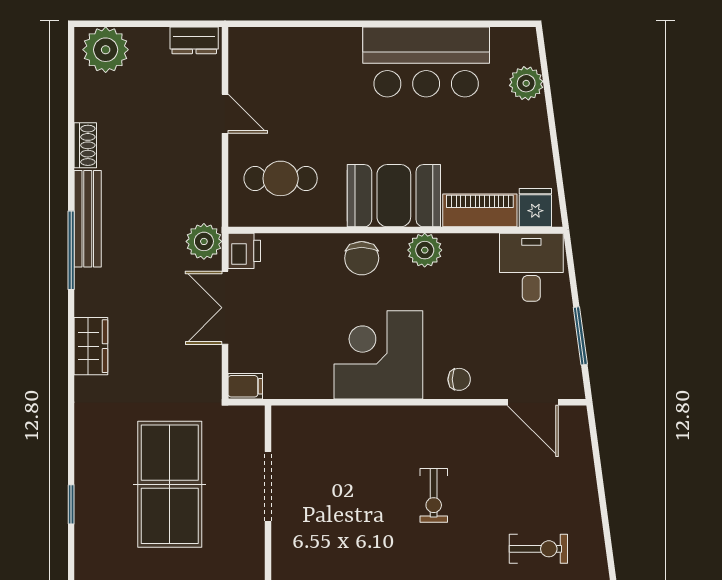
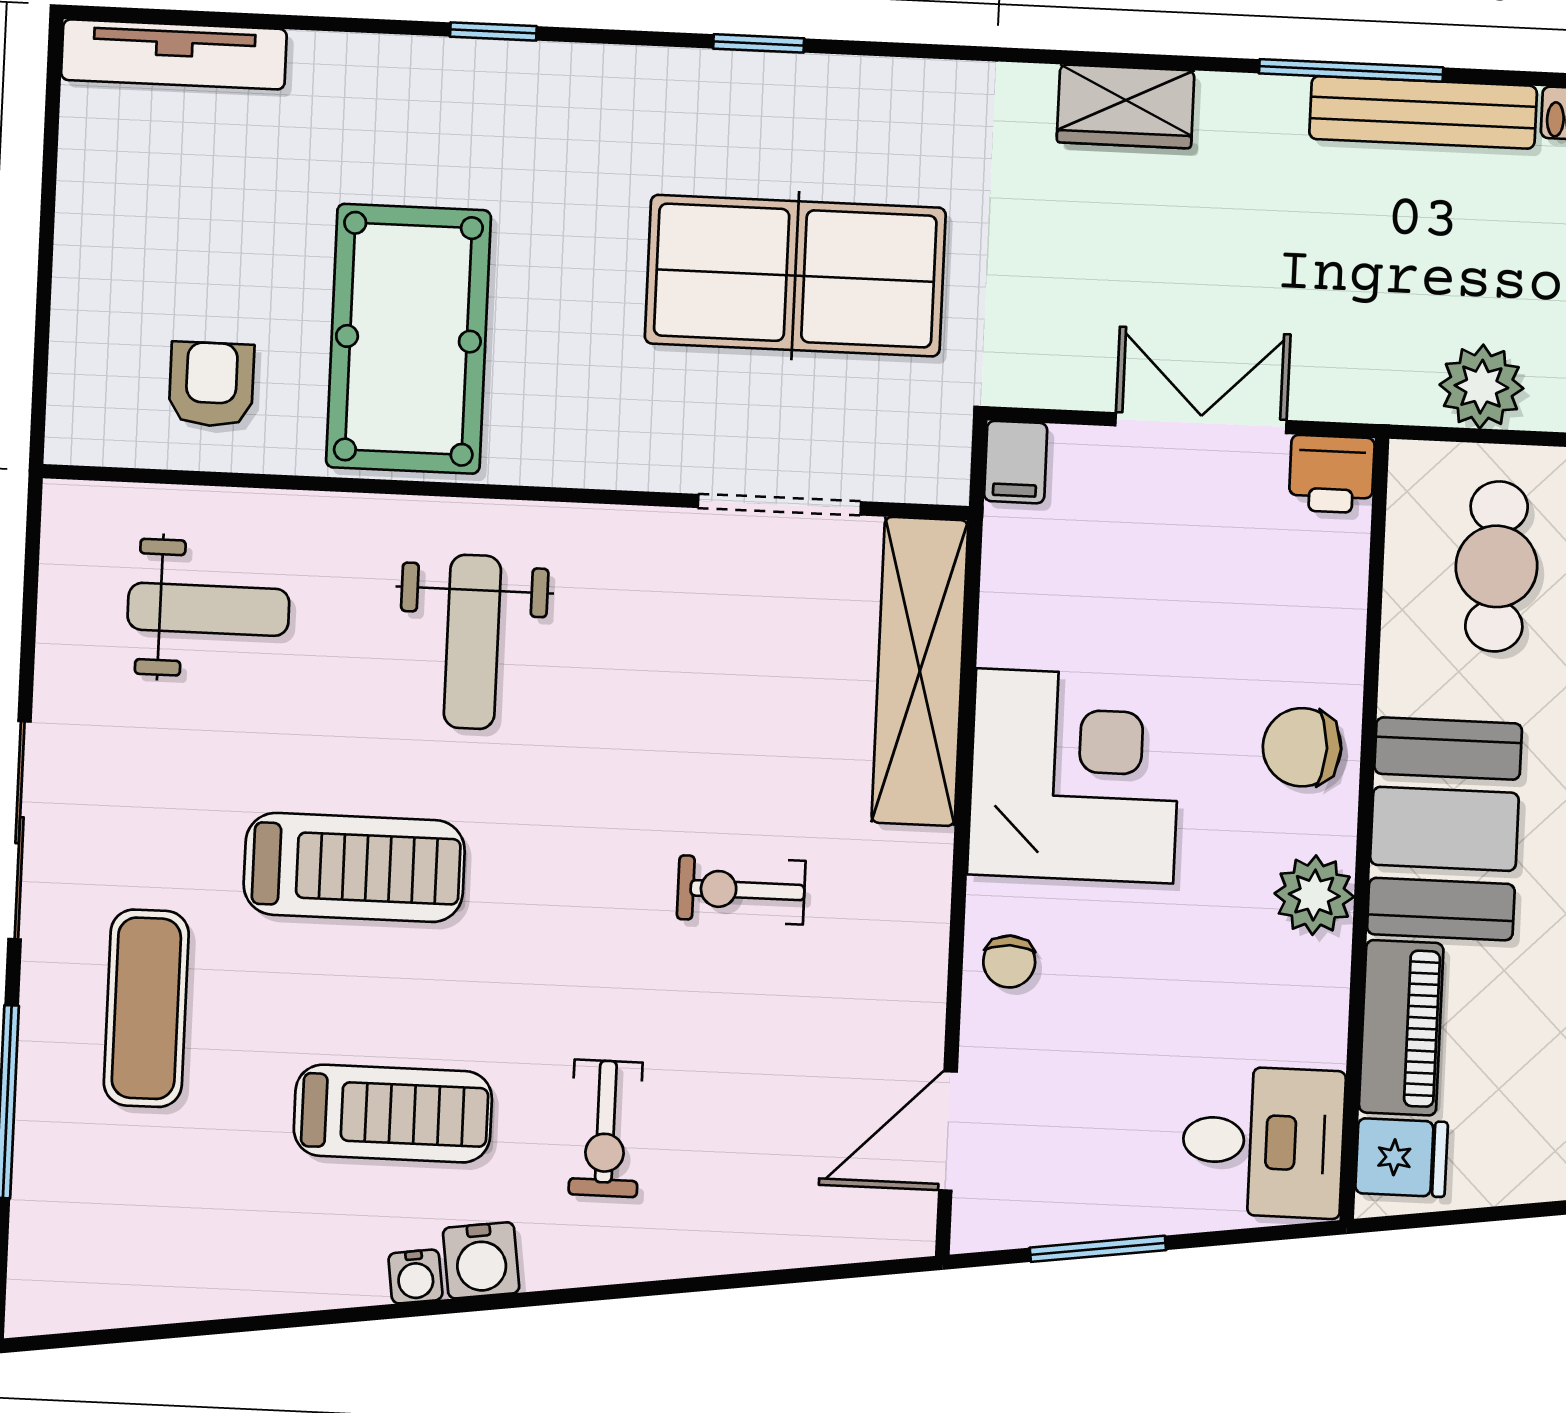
plant: (204, 241) -> (1481, 387), moved
shelving: (337, 423) -> (920, 671), added

